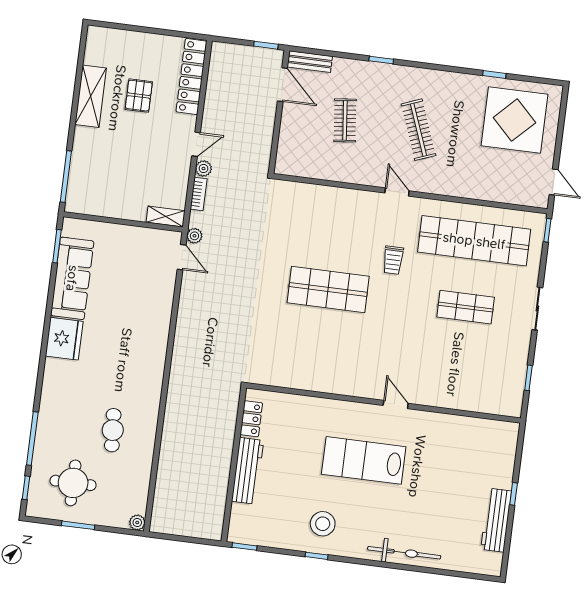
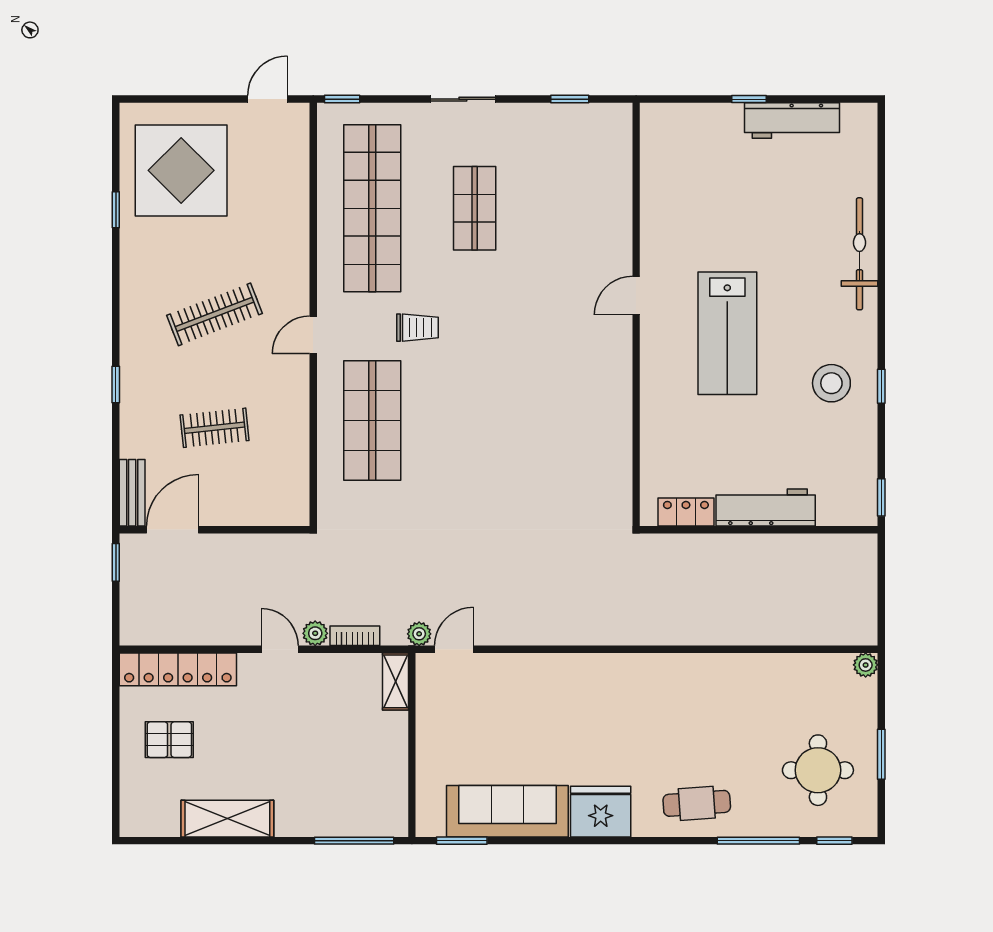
pallet: (139, 96) -> (169, 740), moved
shop shelf: (328, 289) -> (372, 420), moved
cafe table: (113, 430) -> (697, 803), moved

